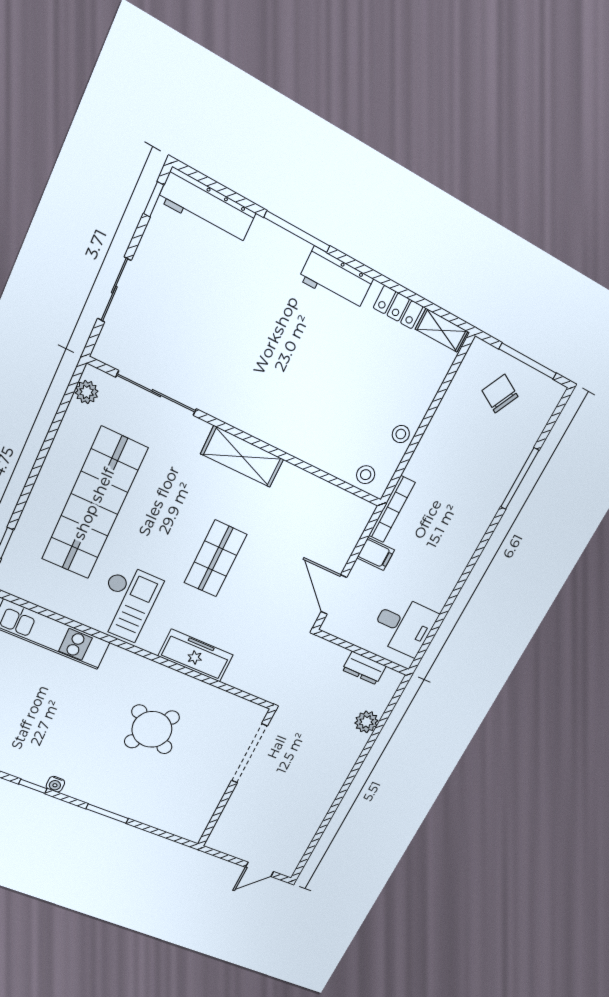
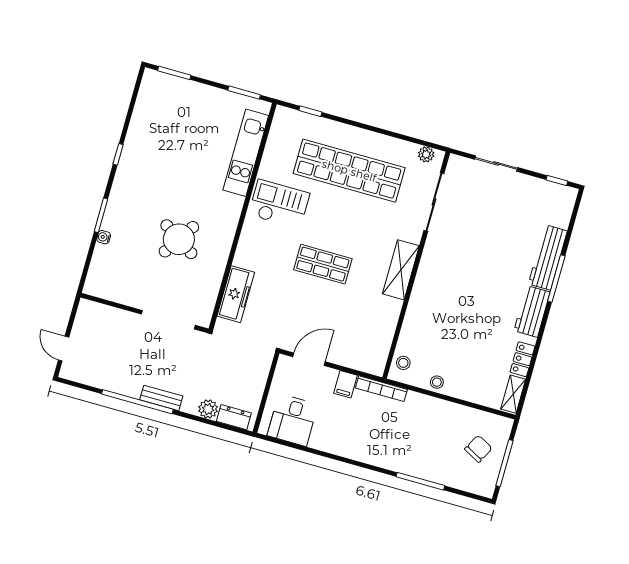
workbench: (207, 207) -> (548, 257), moved
checkout: (126, 602) -> (279, 204), turned 180
freezer: (196, 656) -> (236, 294), moved
dresser: (364, 668) -> (234, 417), moved, turned 90
bench: (341, 772) -> (161, 398), added
water cooler: (55, 784) -> (104, 237), moved
window: (339, 798) -> (137, 402), added

